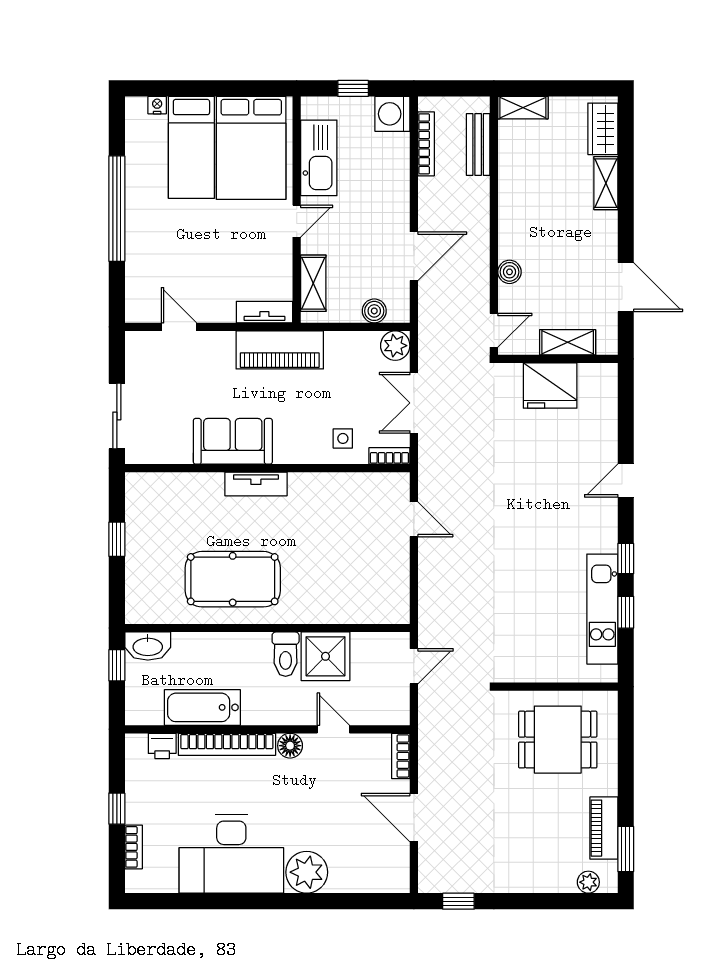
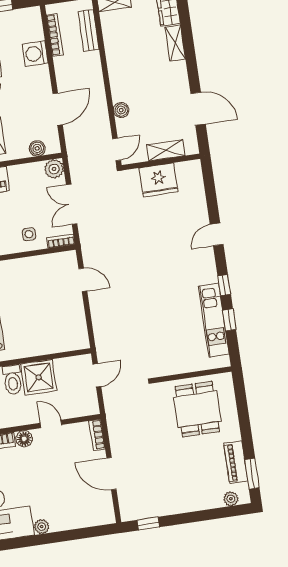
washing machine: (392, 114) -> (35, 54), moved
dining table: (558, 740) -> (197, 409), turned 90
plant: (307, 872) -> (42, 527), width x0.53, depth x0.53

